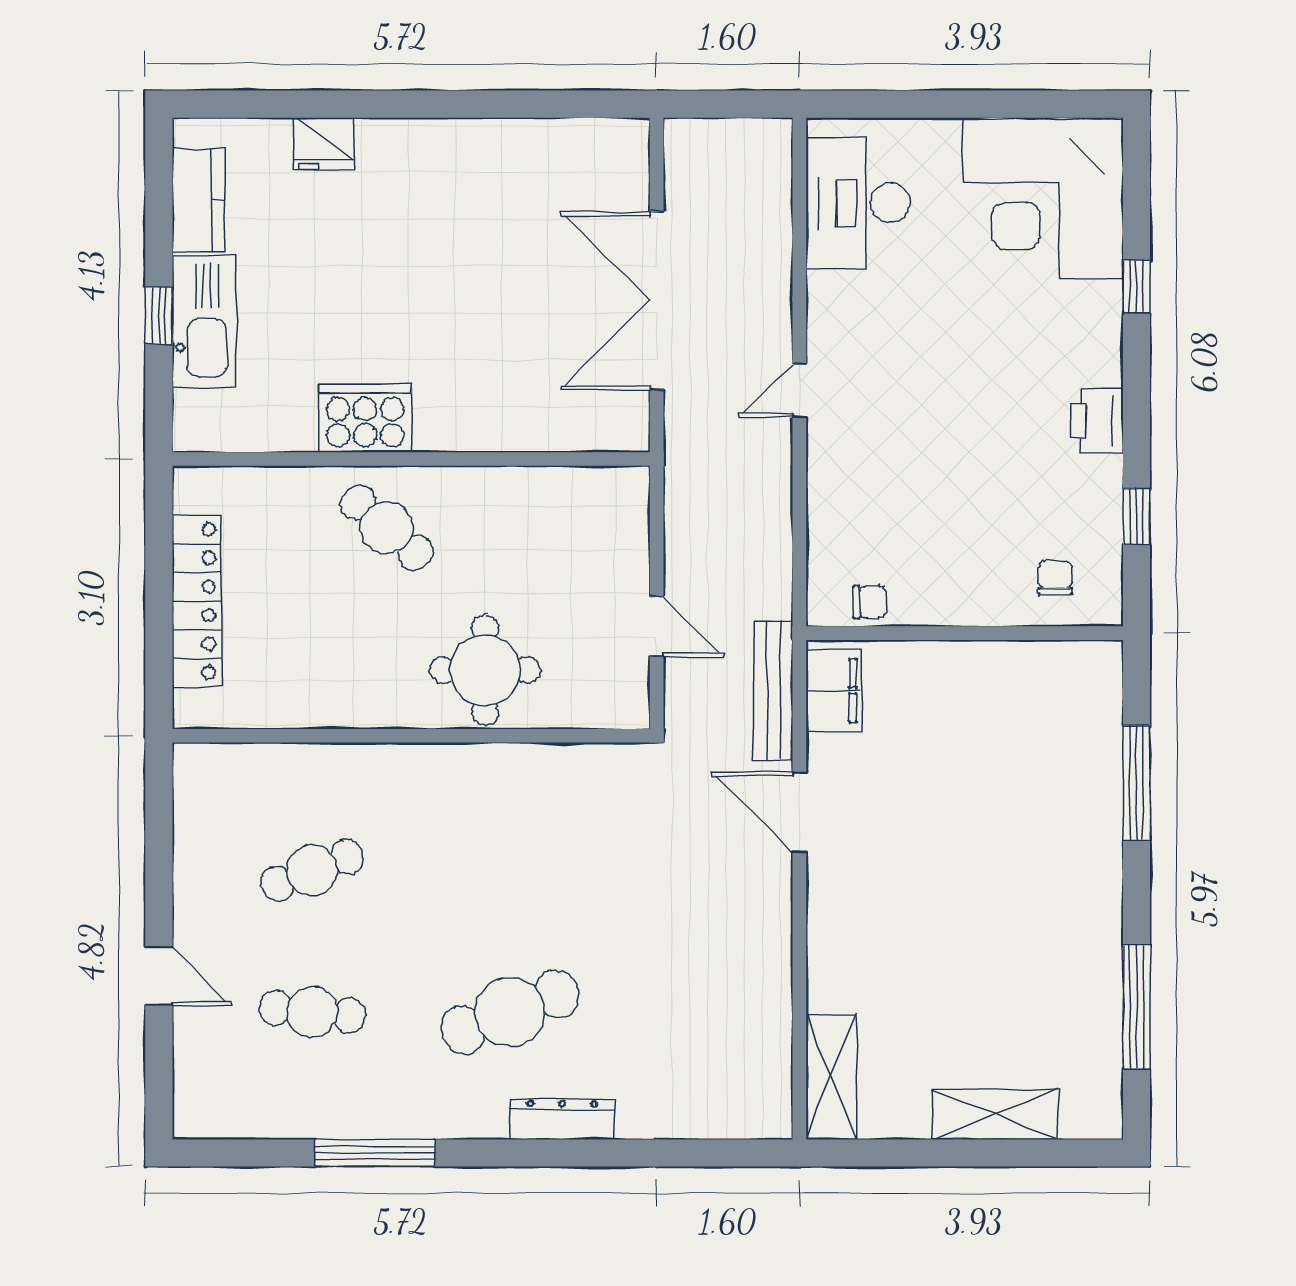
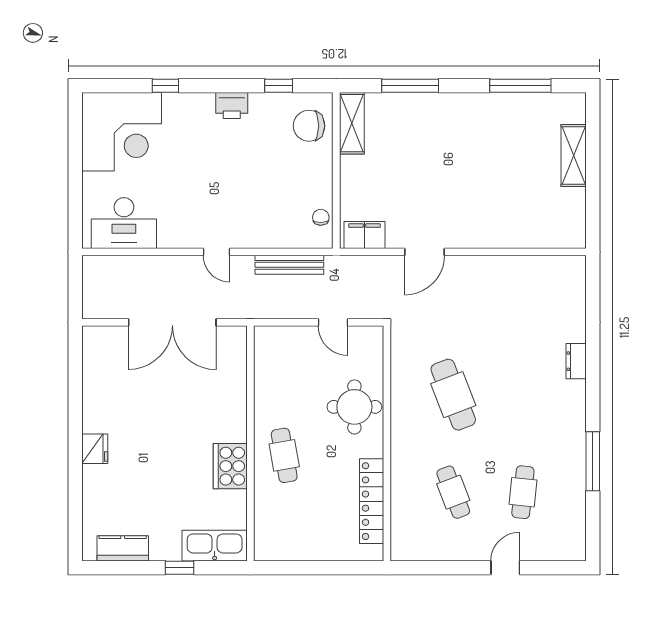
fridge: (324, 144) -> (95, 449), moved
kitchen sink: (204, 321) -> (215, 546), moved
cafe table: (387, 528) -> (284, 455), turned -51
chair: (1055, 578) -> (309, 126), width x1.87, depth x1.87
locker: (197, 601) -> (372, 501), moved, turned -90
door: (657, 626) -> (333, 322), swing flipped
bench: (773, 691) -> (289, 265), moved
cafe table: (510, 1012) -> (453, 395), moved
shelving: (831, 1077) -> (352, 123), moved, turned 90
dresser: (562, 1119) -> (576, 361), width x0.70

